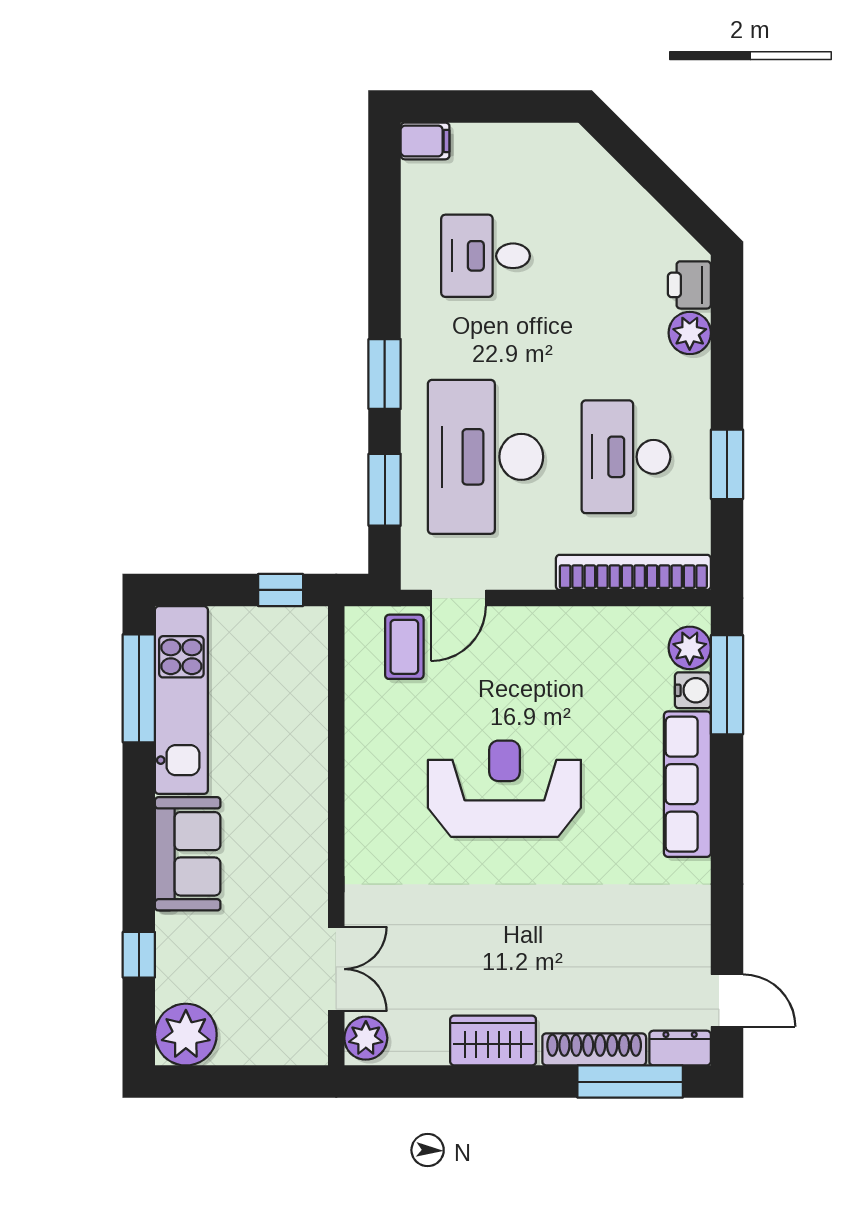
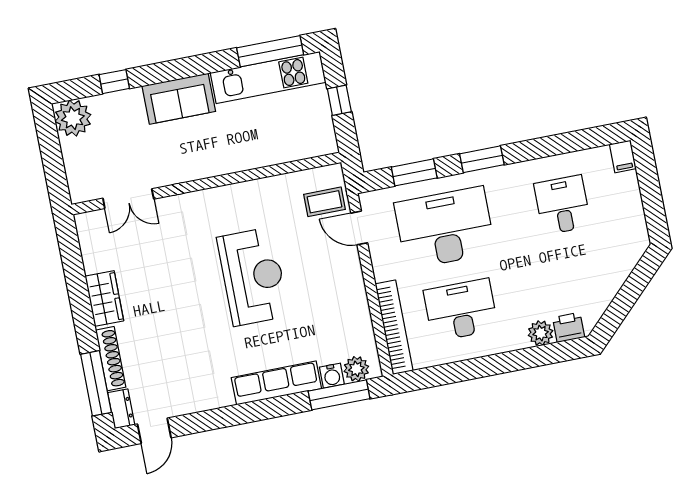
window: (727, 464) -> (468, 370), removed
window: (281, 590) -> (339, 100), moved
plant: (366, 1038) -> (91, 224), removed

